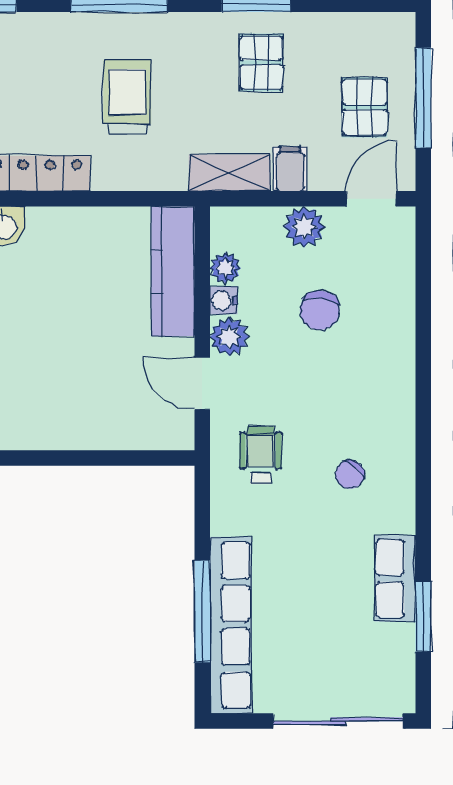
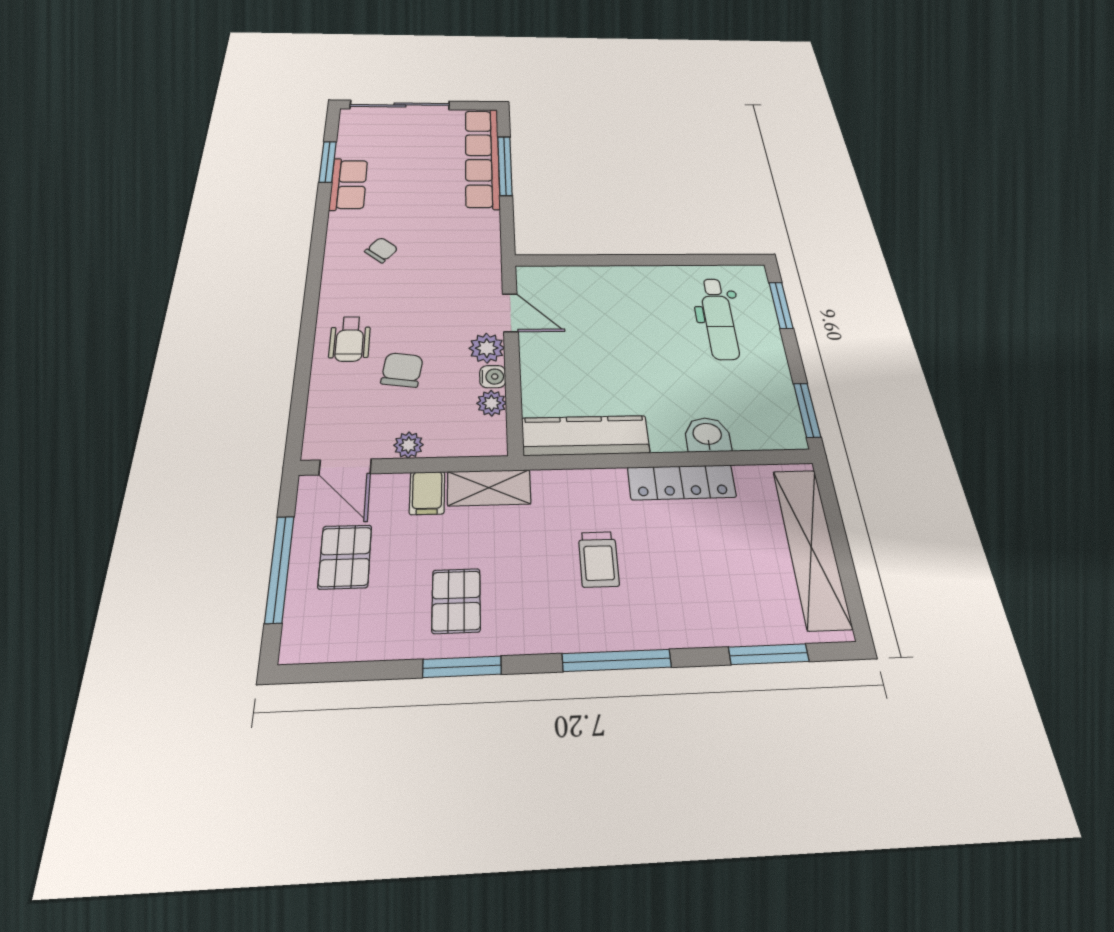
trolley: (127, 97) -> (599, 559), width x0.73, depth x0.72
door: (371, 199) -> (345, 467), hinge flipped
plant: (304, 227) -> (409, 445), width x0.73, depth x0.73
kitchen counter: (173, 271) -> (585, 435), moved, turned -90
wheelchair: (261, 455) -> (350, 339), moved

